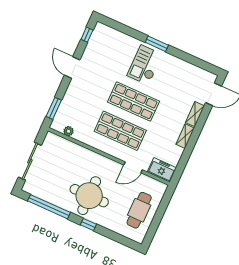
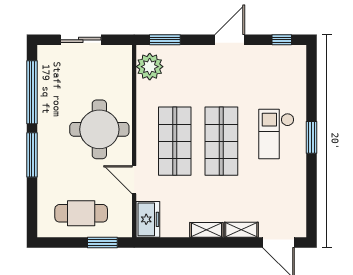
checkout: (145, 65) -> (276, 134), turned -90
plant: (68, 131) -> (150, 67), width x1.87, depth x1.87
sliding door: (30, 161) -> (81, 40), width x0.73
round table: (89, 196) -> (99, 129), moved
window: (163, 205) -> (102, 242), added
window: (88, 225) -> (32, 155), width x2.17

